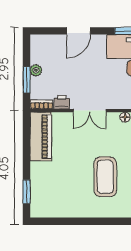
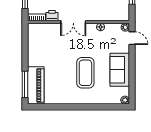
piano: (41, 136) -> (36, 85), moved
window: (27, 192) -> (25, 84), width x1.44

